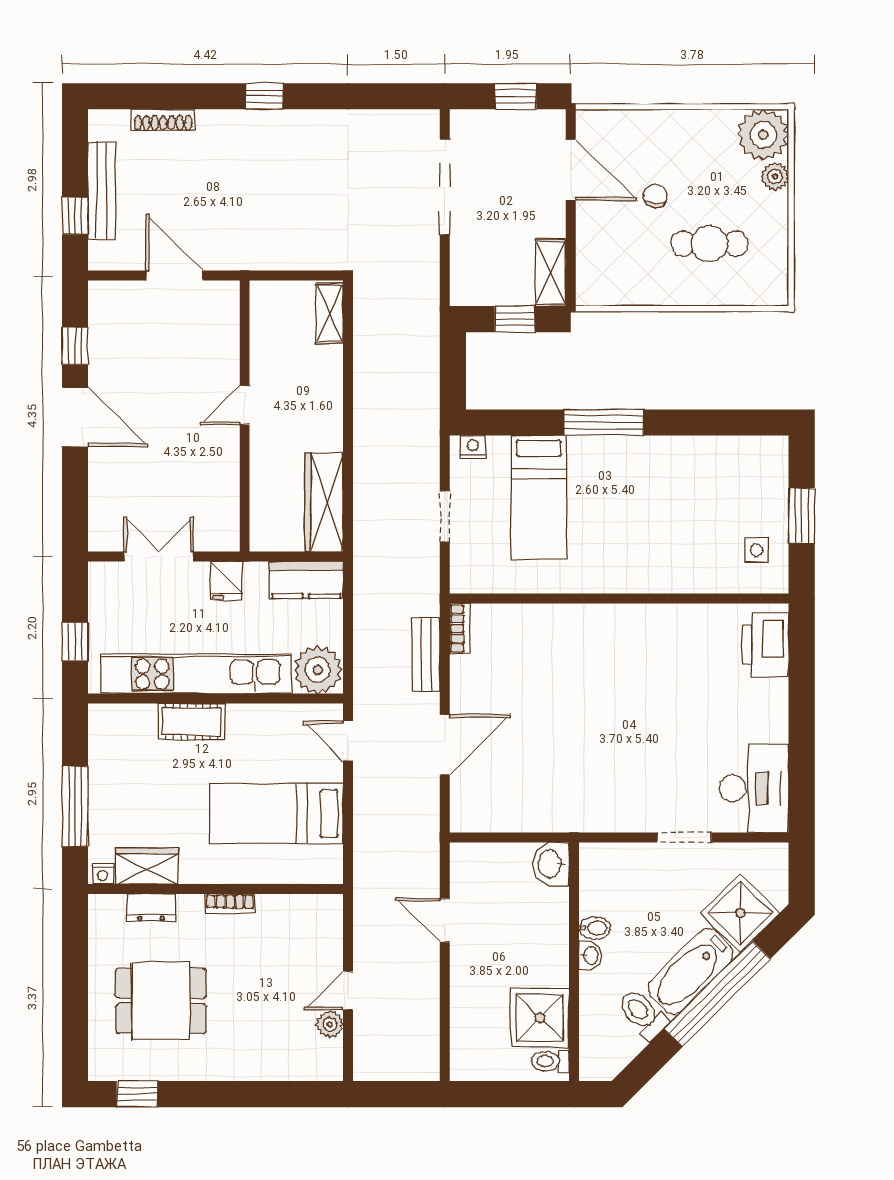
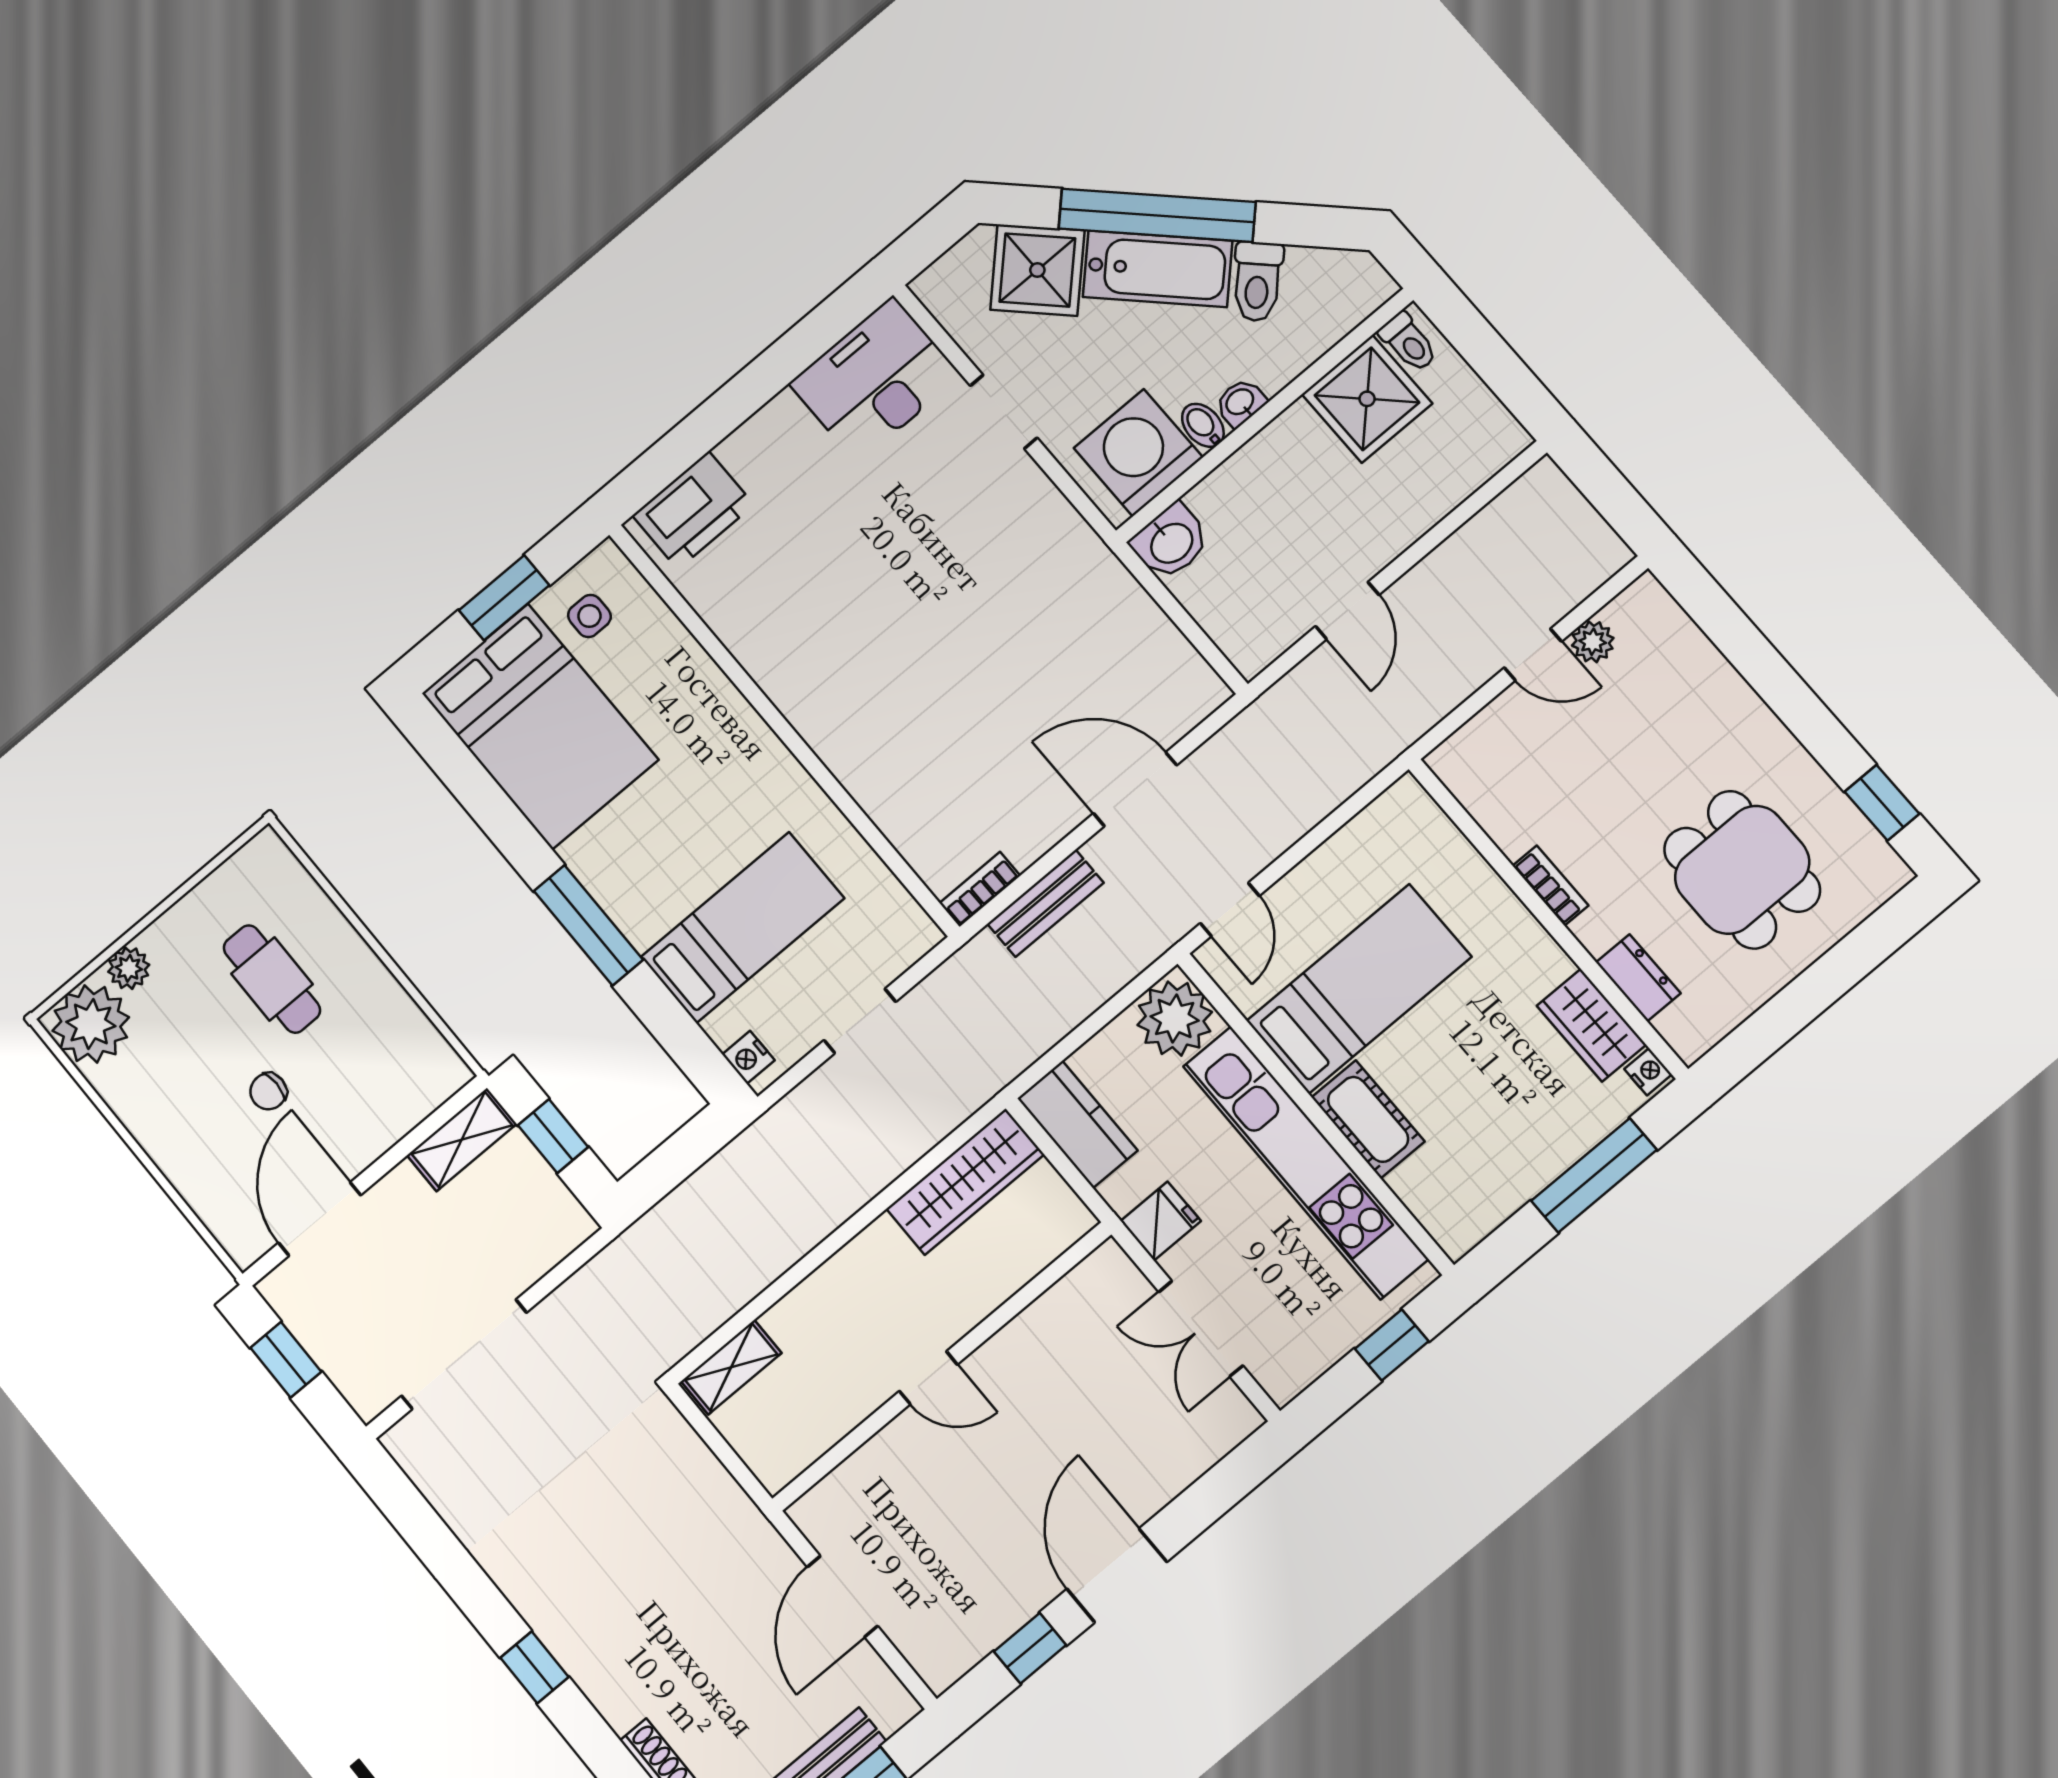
bed: (722, 480) -> (540, 726), added
bed: (276, 814) -> (1359, 989), moved, turned -90
washing machine: (608, 885) -> (1138, 453), added

